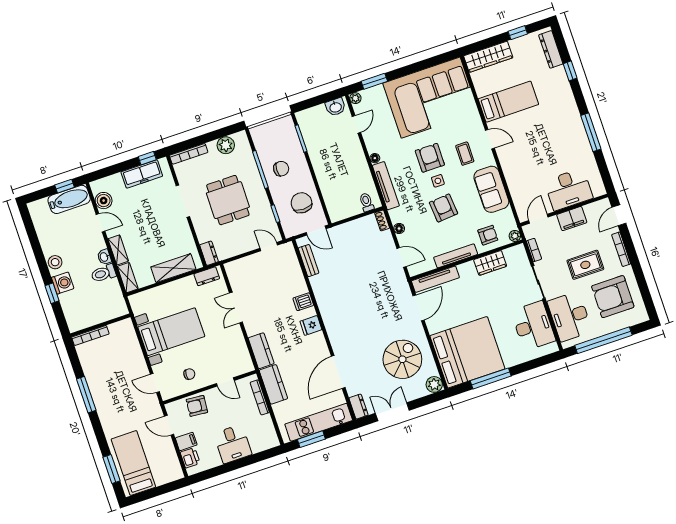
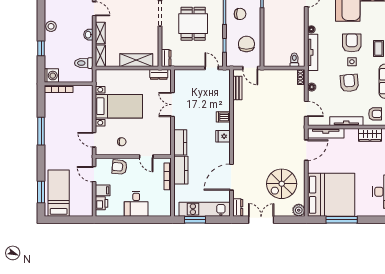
toilet: (103, 273) -> (84, 63), moved
washing machine: (63, 283) -> (51, 76), moved
spiral stairs: (402, 359) -> (282, 184), turned 180

